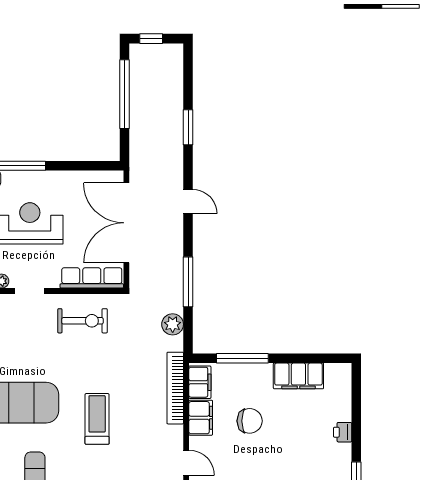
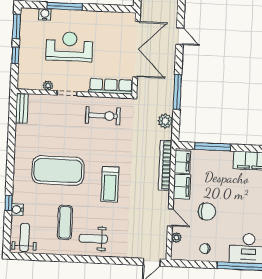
double door: (126, 223) -> (136, 49), swing flipped
treadmill: (97, 419) -> (110, 184), turned 180
chair: (250, 421) -> (207, 212), moved

